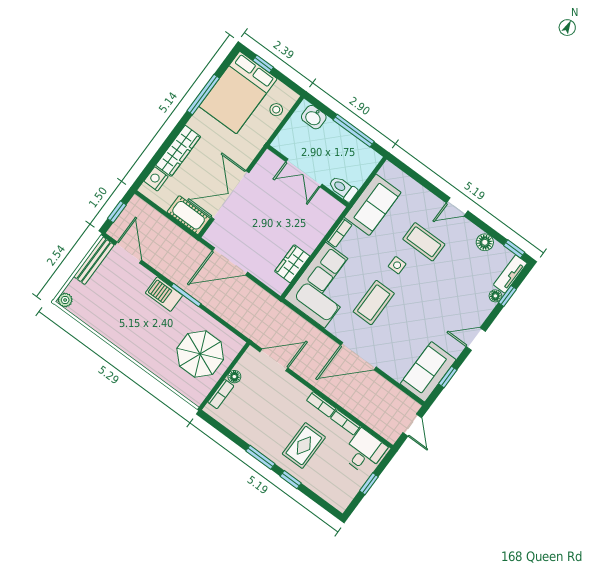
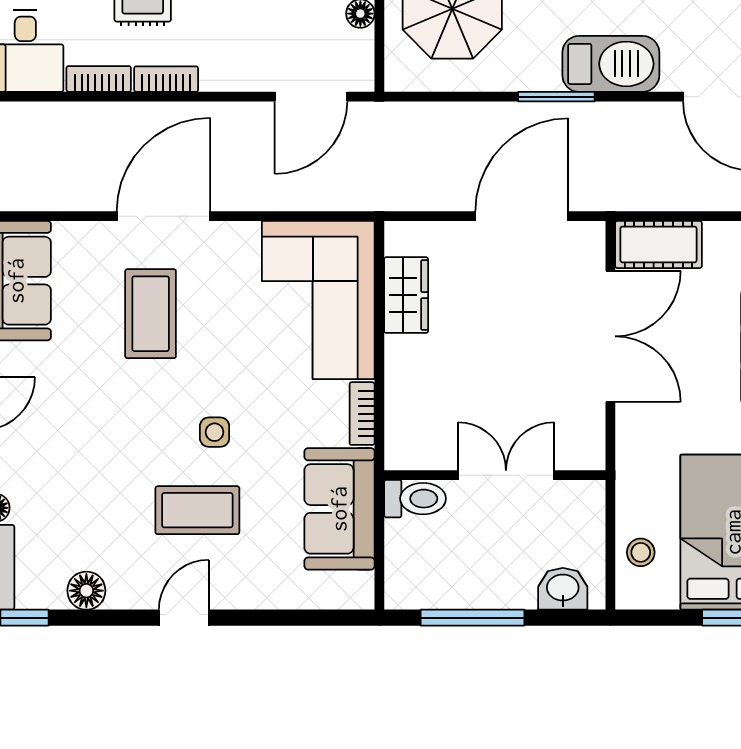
barbecue: (164, 294) -> (611, 64), width x1.37, depth x1.21
coffee table: (374, 303) -> (151, 314), moved

